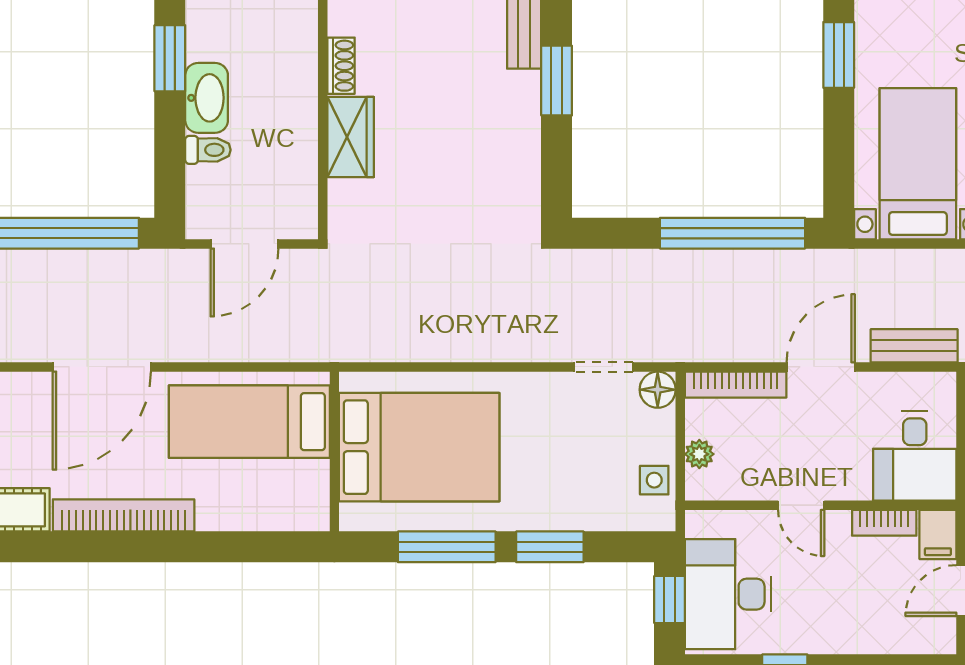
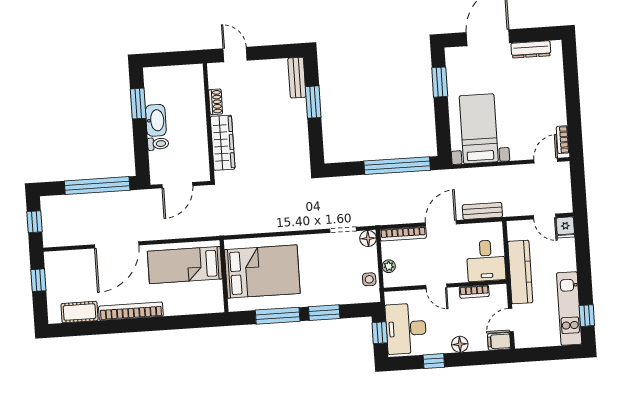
wardrobe: (351, 137) -> (223, 143), width x1.50
filing cabinet: (938, 535) -> (499, 341), moved, turned 90
floor lamp: (845, 637) -> (460, 344), added

